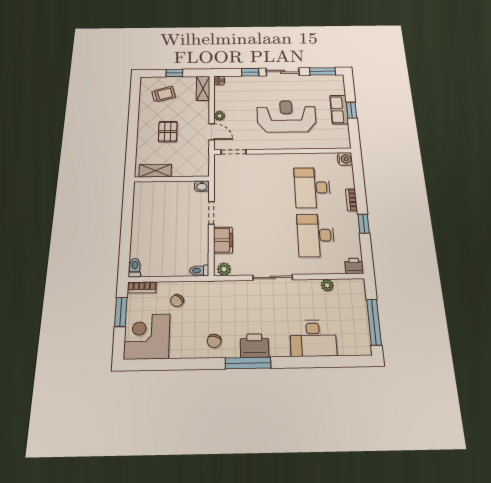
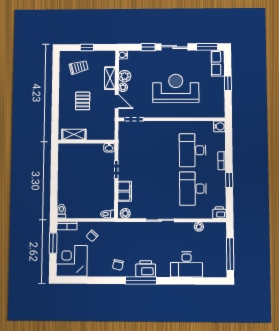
shelving: (203, 88) -> (110, 78), moved
plant: (222, 103) -> (125, 76), added
row of seats: (339, 110) -> (218, 63), moved

